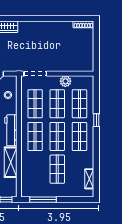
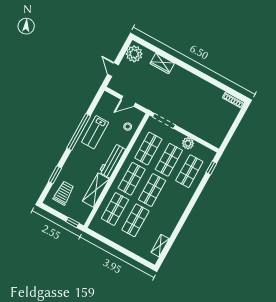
window: (96, 120) -> (211, 168), moved
shop shelf: (79, 136) -> (115, 209), moved
window: (43, 200) -> (107, 241), removed

